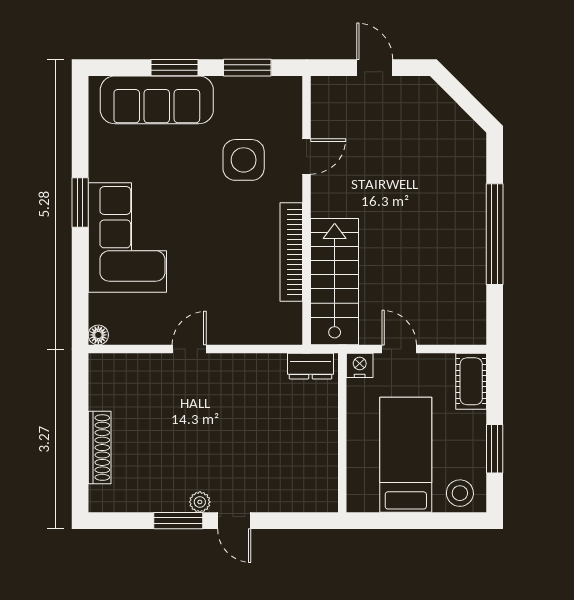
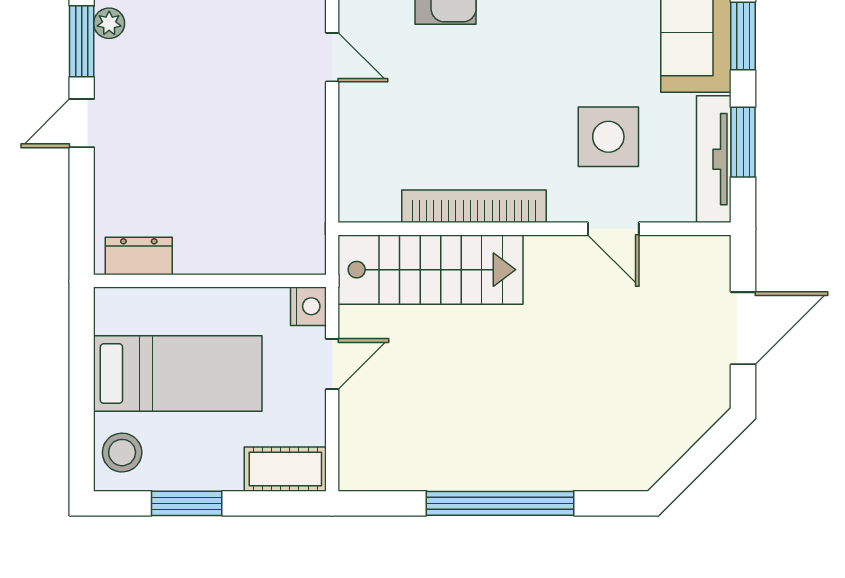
door: (375, 68) -> (743, 328), width x1.38
tv unit: (259, 88) -> (714, 159), added
dresser: (311, 366) -> (139, 256), moved, turned 90
plant: (200, 502) -> (109, 23), moved

